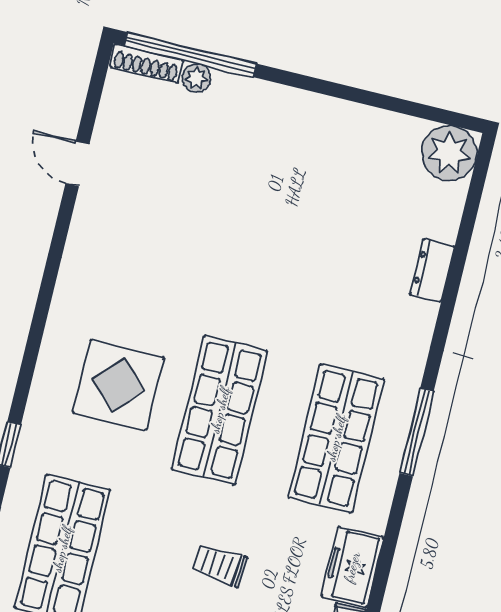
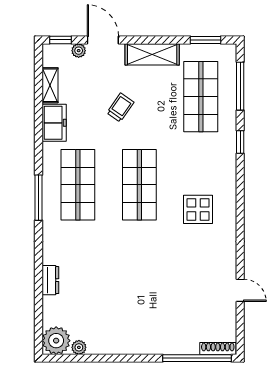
plant: (196, 78) -> (79, 347), moved
display table: (118, 385) -> (198, 209), moved, width x0.73, depth x0.73
trolley: (220, 565) -> (120, 108), turned -59

